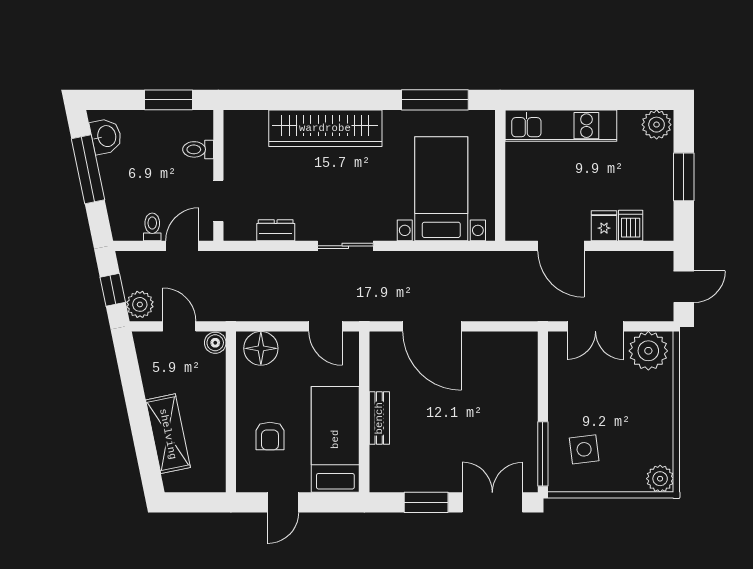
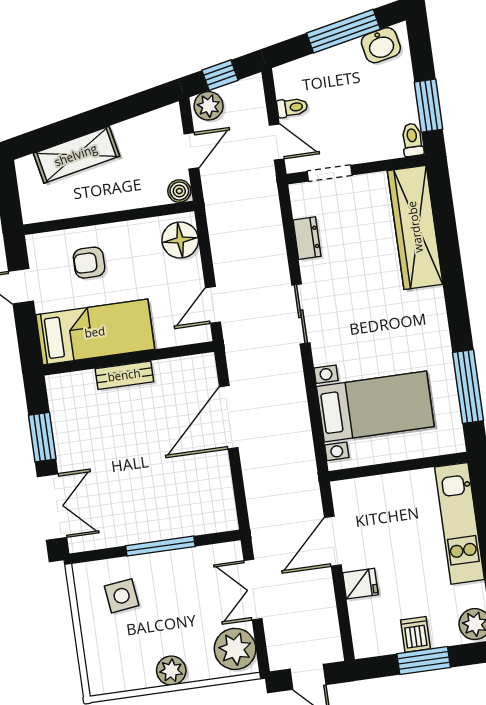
wardrobe: (325, 128) -> (415, 227), moved
toilet: (198, 149) -> (412, 140), moved
dishwasher: (631, 225) -> (415, 634), moved, turned -90
window: (543, 454) -> (160, 546), moved
plant: (660, 479) -> (171, 671), moved

